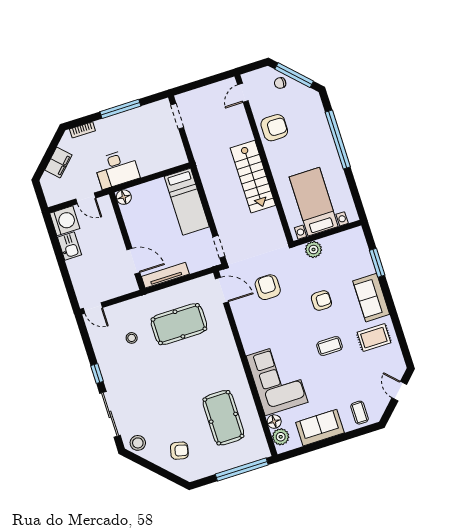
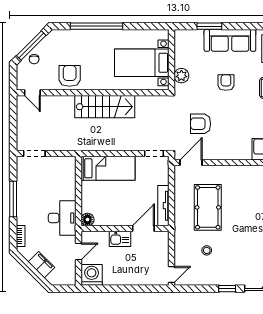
kitchen sink: (69, 246) -> (120, 239), moved, turned 180
sofa: (371, 298) -> (230, 40), width x1.36

